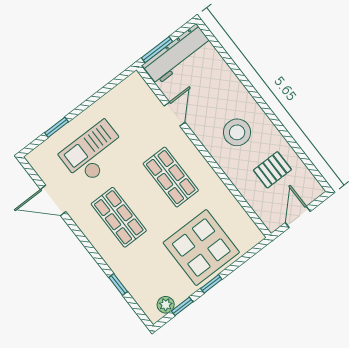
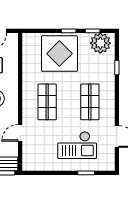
plant: (166, 305) -> (100, 43), width x1.88, depth x1.88

